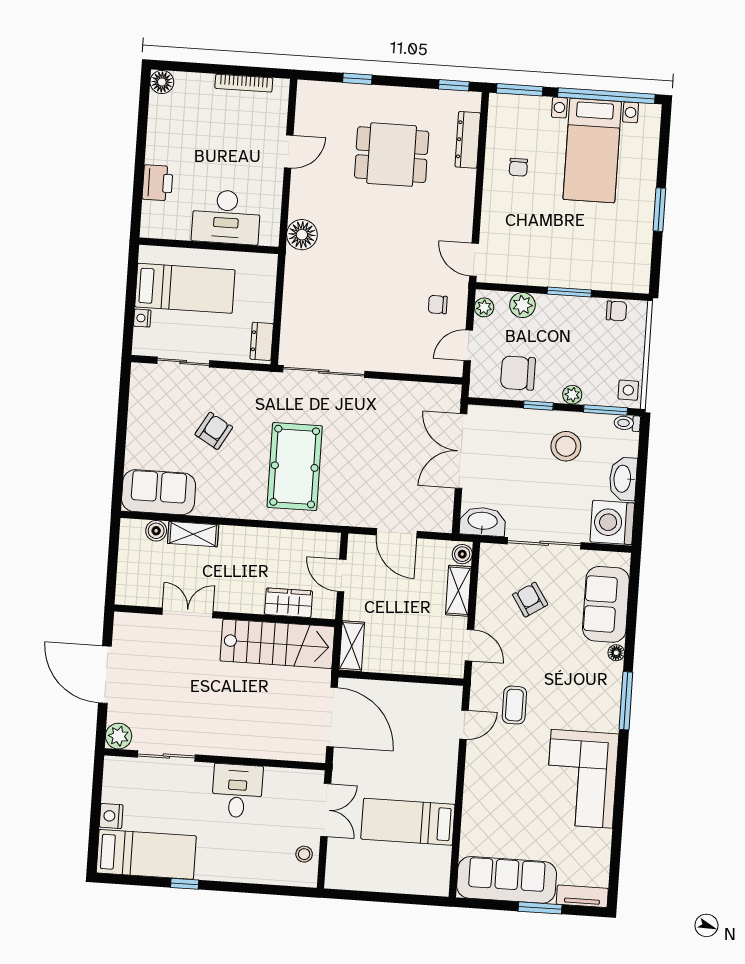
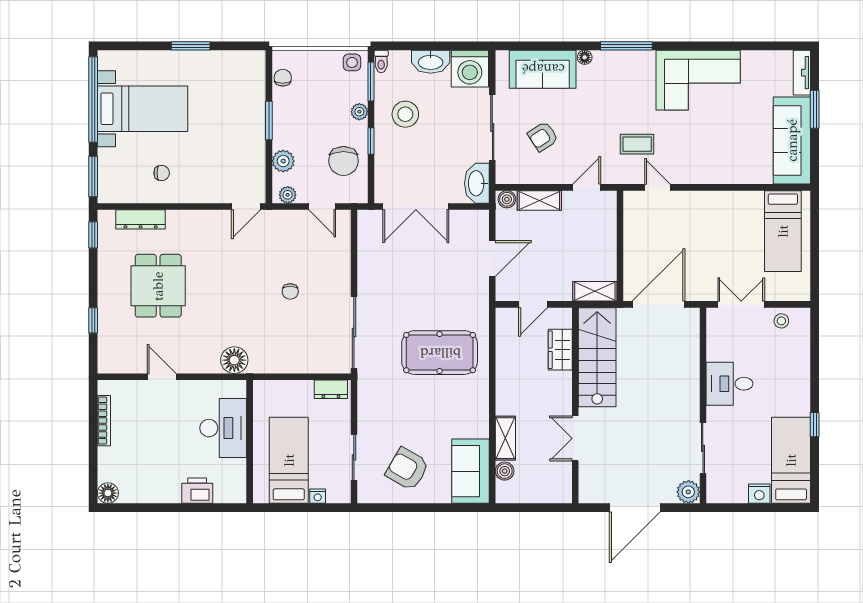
chair: (438, 305) -> (290, 291), moved
armchair: (214, 431) -> (407, 469), moved, width x1.38, depth x1.38
bed: (408, 822) -> (783, 231), moved

